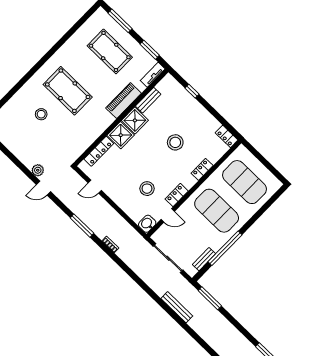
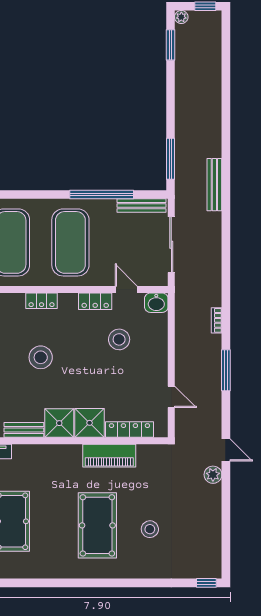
piano: (124, 101) -> (109, 456), moved
bench: (204, 259) -> (141, 206), width x1.36

